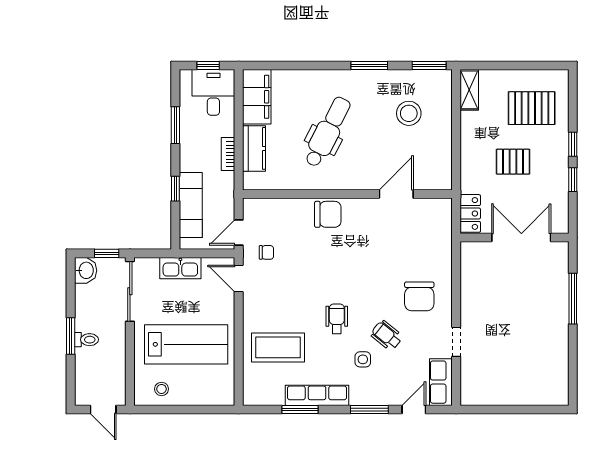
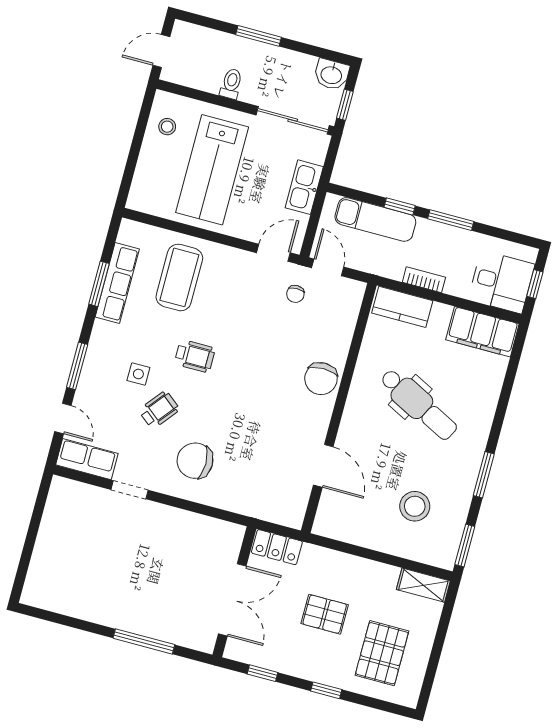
window: (175, 125) -> (451, 220), moved
kitchen counter: (254, 148) -> (402, 307), moved
pallet: (513, 162) -> (325, 614), turned 90
window: (573, 180) -> (262, 673), moved
toilet: (86, 340) -> (231, 84), moved, turned 180
row of seats: (317, 395) -> (117, 283), moved

